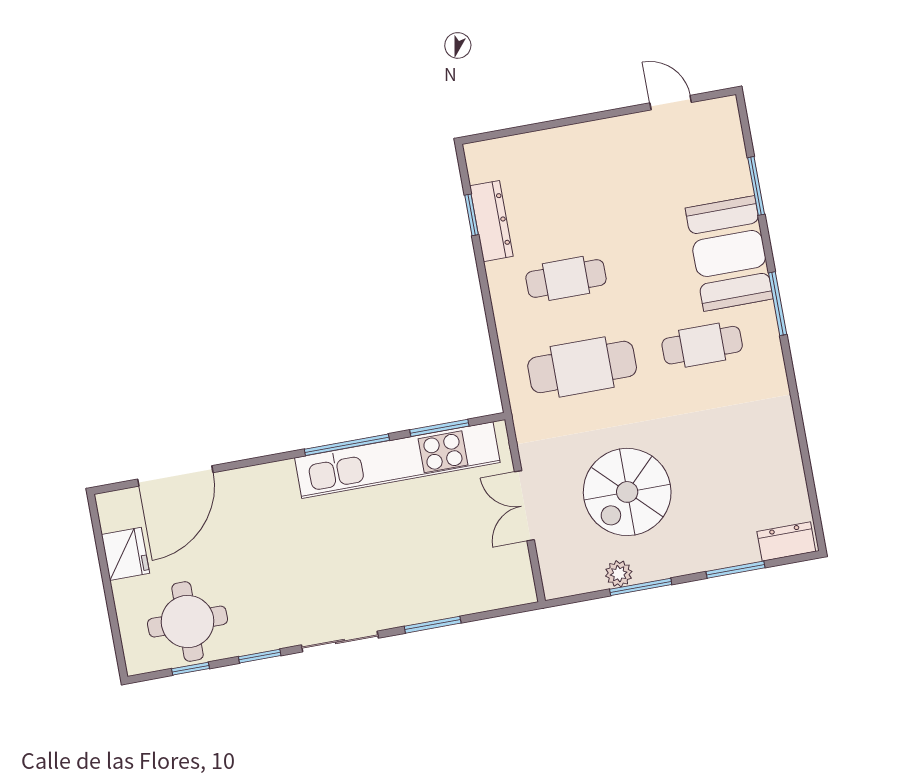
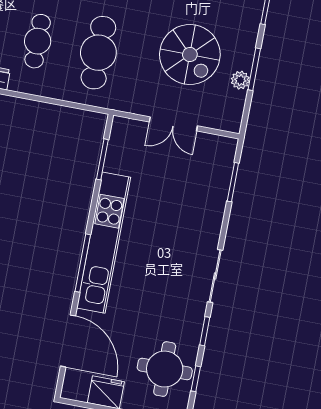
window: (347, 445) -> (83, 263), moved
kitchen unit: (397, 460) -> (104, 243), moved
window: (433, 625) -> (233, 182), moved

